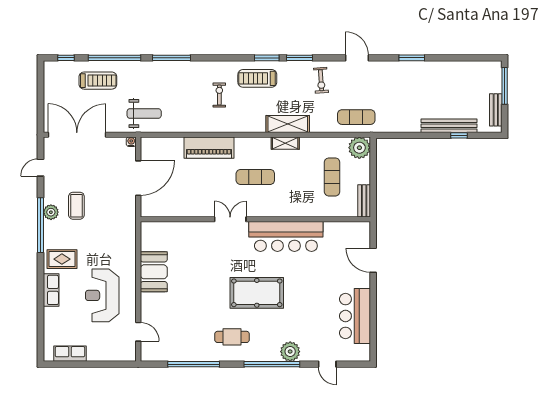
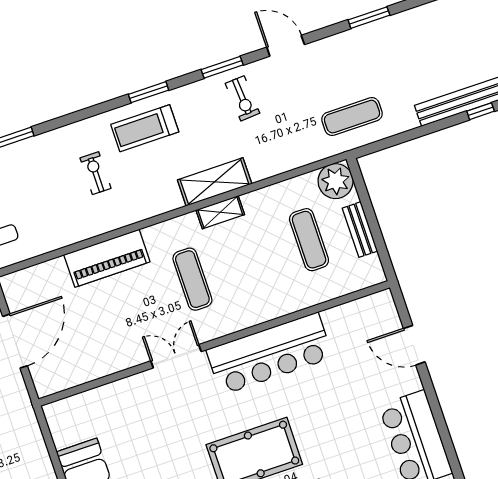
window: (299, 58) -> (222, 67), moved
exercise mat: (356, 117) -> (352, 117), moved
exercise mat: (255, 177) -> (192, 279), turned 90
bench: (364, 201) -> (360, 230), moved

